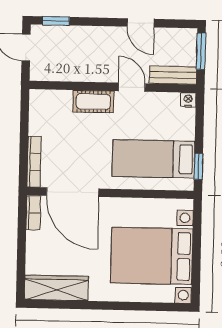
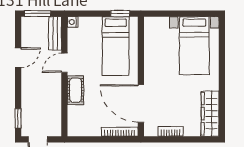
door: (73, 192) -> (141, 104), swing flipped
bookcase: (33, 213) -> (171, 132), moved
bed with nightstands: (152, 256) -> (194, 46), width x0.73

